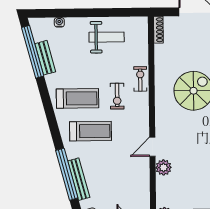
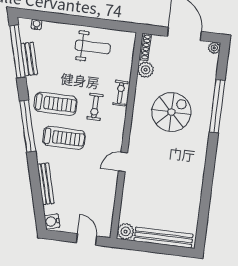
water cooler: (59, 22) -> (36, 24), moved
plant: (163, 167) -> (146, 70), moved
window: (67, 174) -> (28, 126), moved

